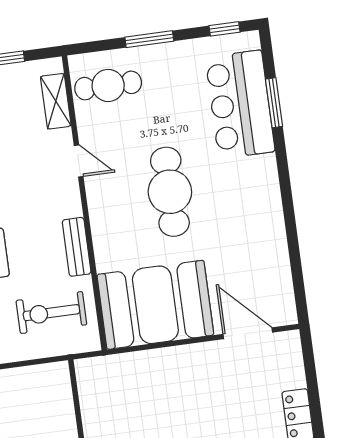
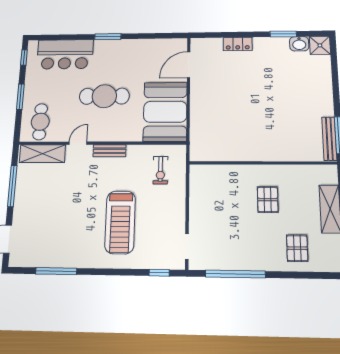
shelving: (56, 101) -> (42, 154), width x1.50, depth x1.33
window: (274, 103) -> (108, 37), moved
bench: (77, 247) -> (110, 151), moved
exercise bike: (51, 313) -> (160, 170), width x0.73, depth x0.72

